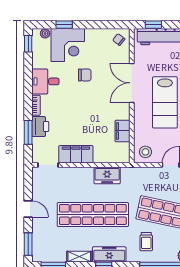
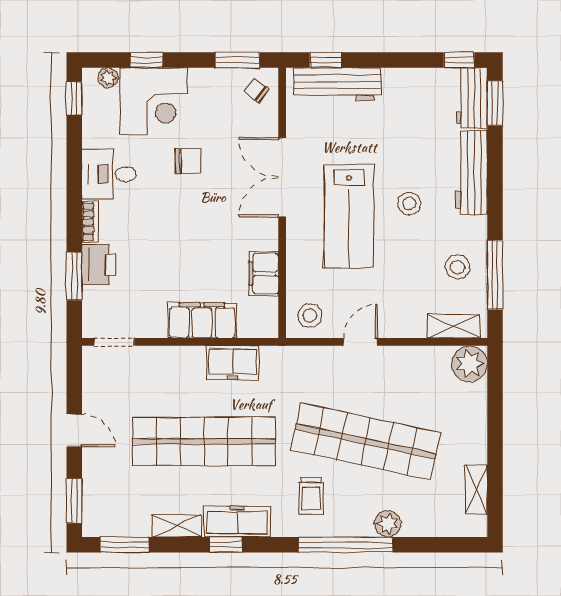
window: (109, 25) -> (238, 60), added
filing cabinet: (76, 154) -> (202, 320), moved

